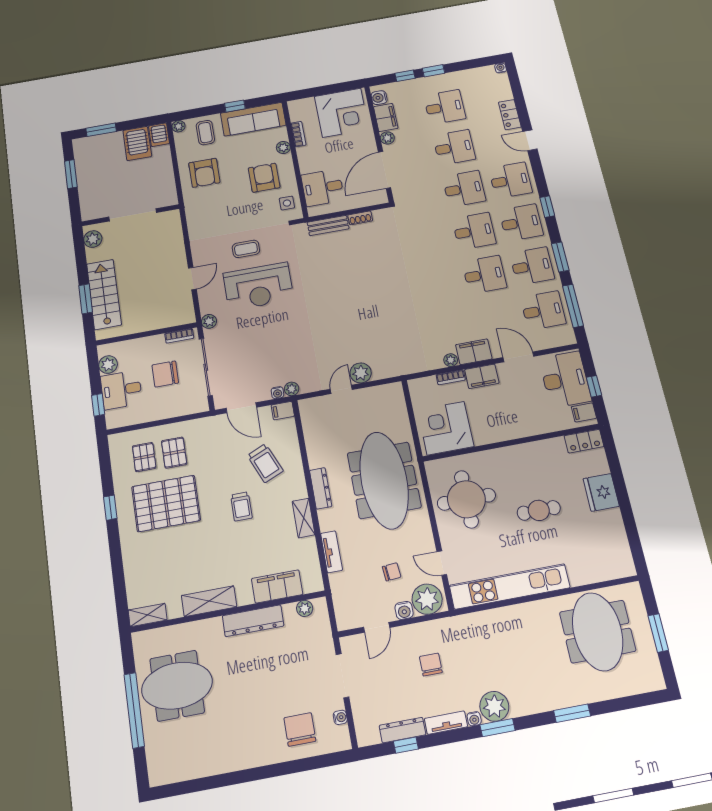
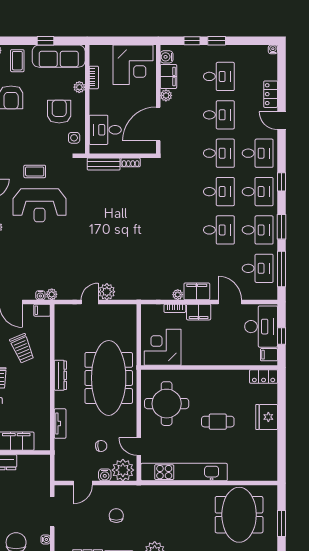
shelving: (304, 518) -> (44, 395), removed
plant: (305, 608) -> (34, 460), removed

